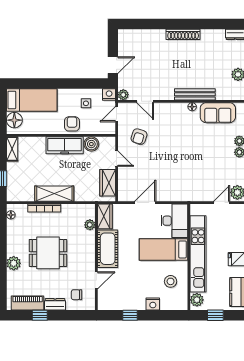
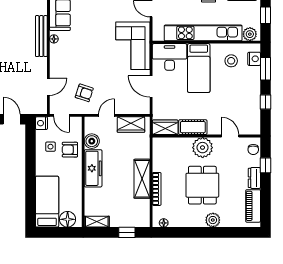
plant: (123, 95) -> (42, 109), removed
armchair: (72, 124) -> (70, 150), moved
corner sofa: (185, 185) -> (133, 46), added
plant: (90, 225) -> (203, 148), moved, width x1.88, depth x1.88
cot: (108, 249) -> (193, 127), width x0.73, depth x0.75
chair: (77, 295) -> (253, 149), moved
nightstand: (153, 304) -> (254, 59), moved
window: (40, 315) -> (266, 165), moved
window: (163, 315) -> (266, 69), added

